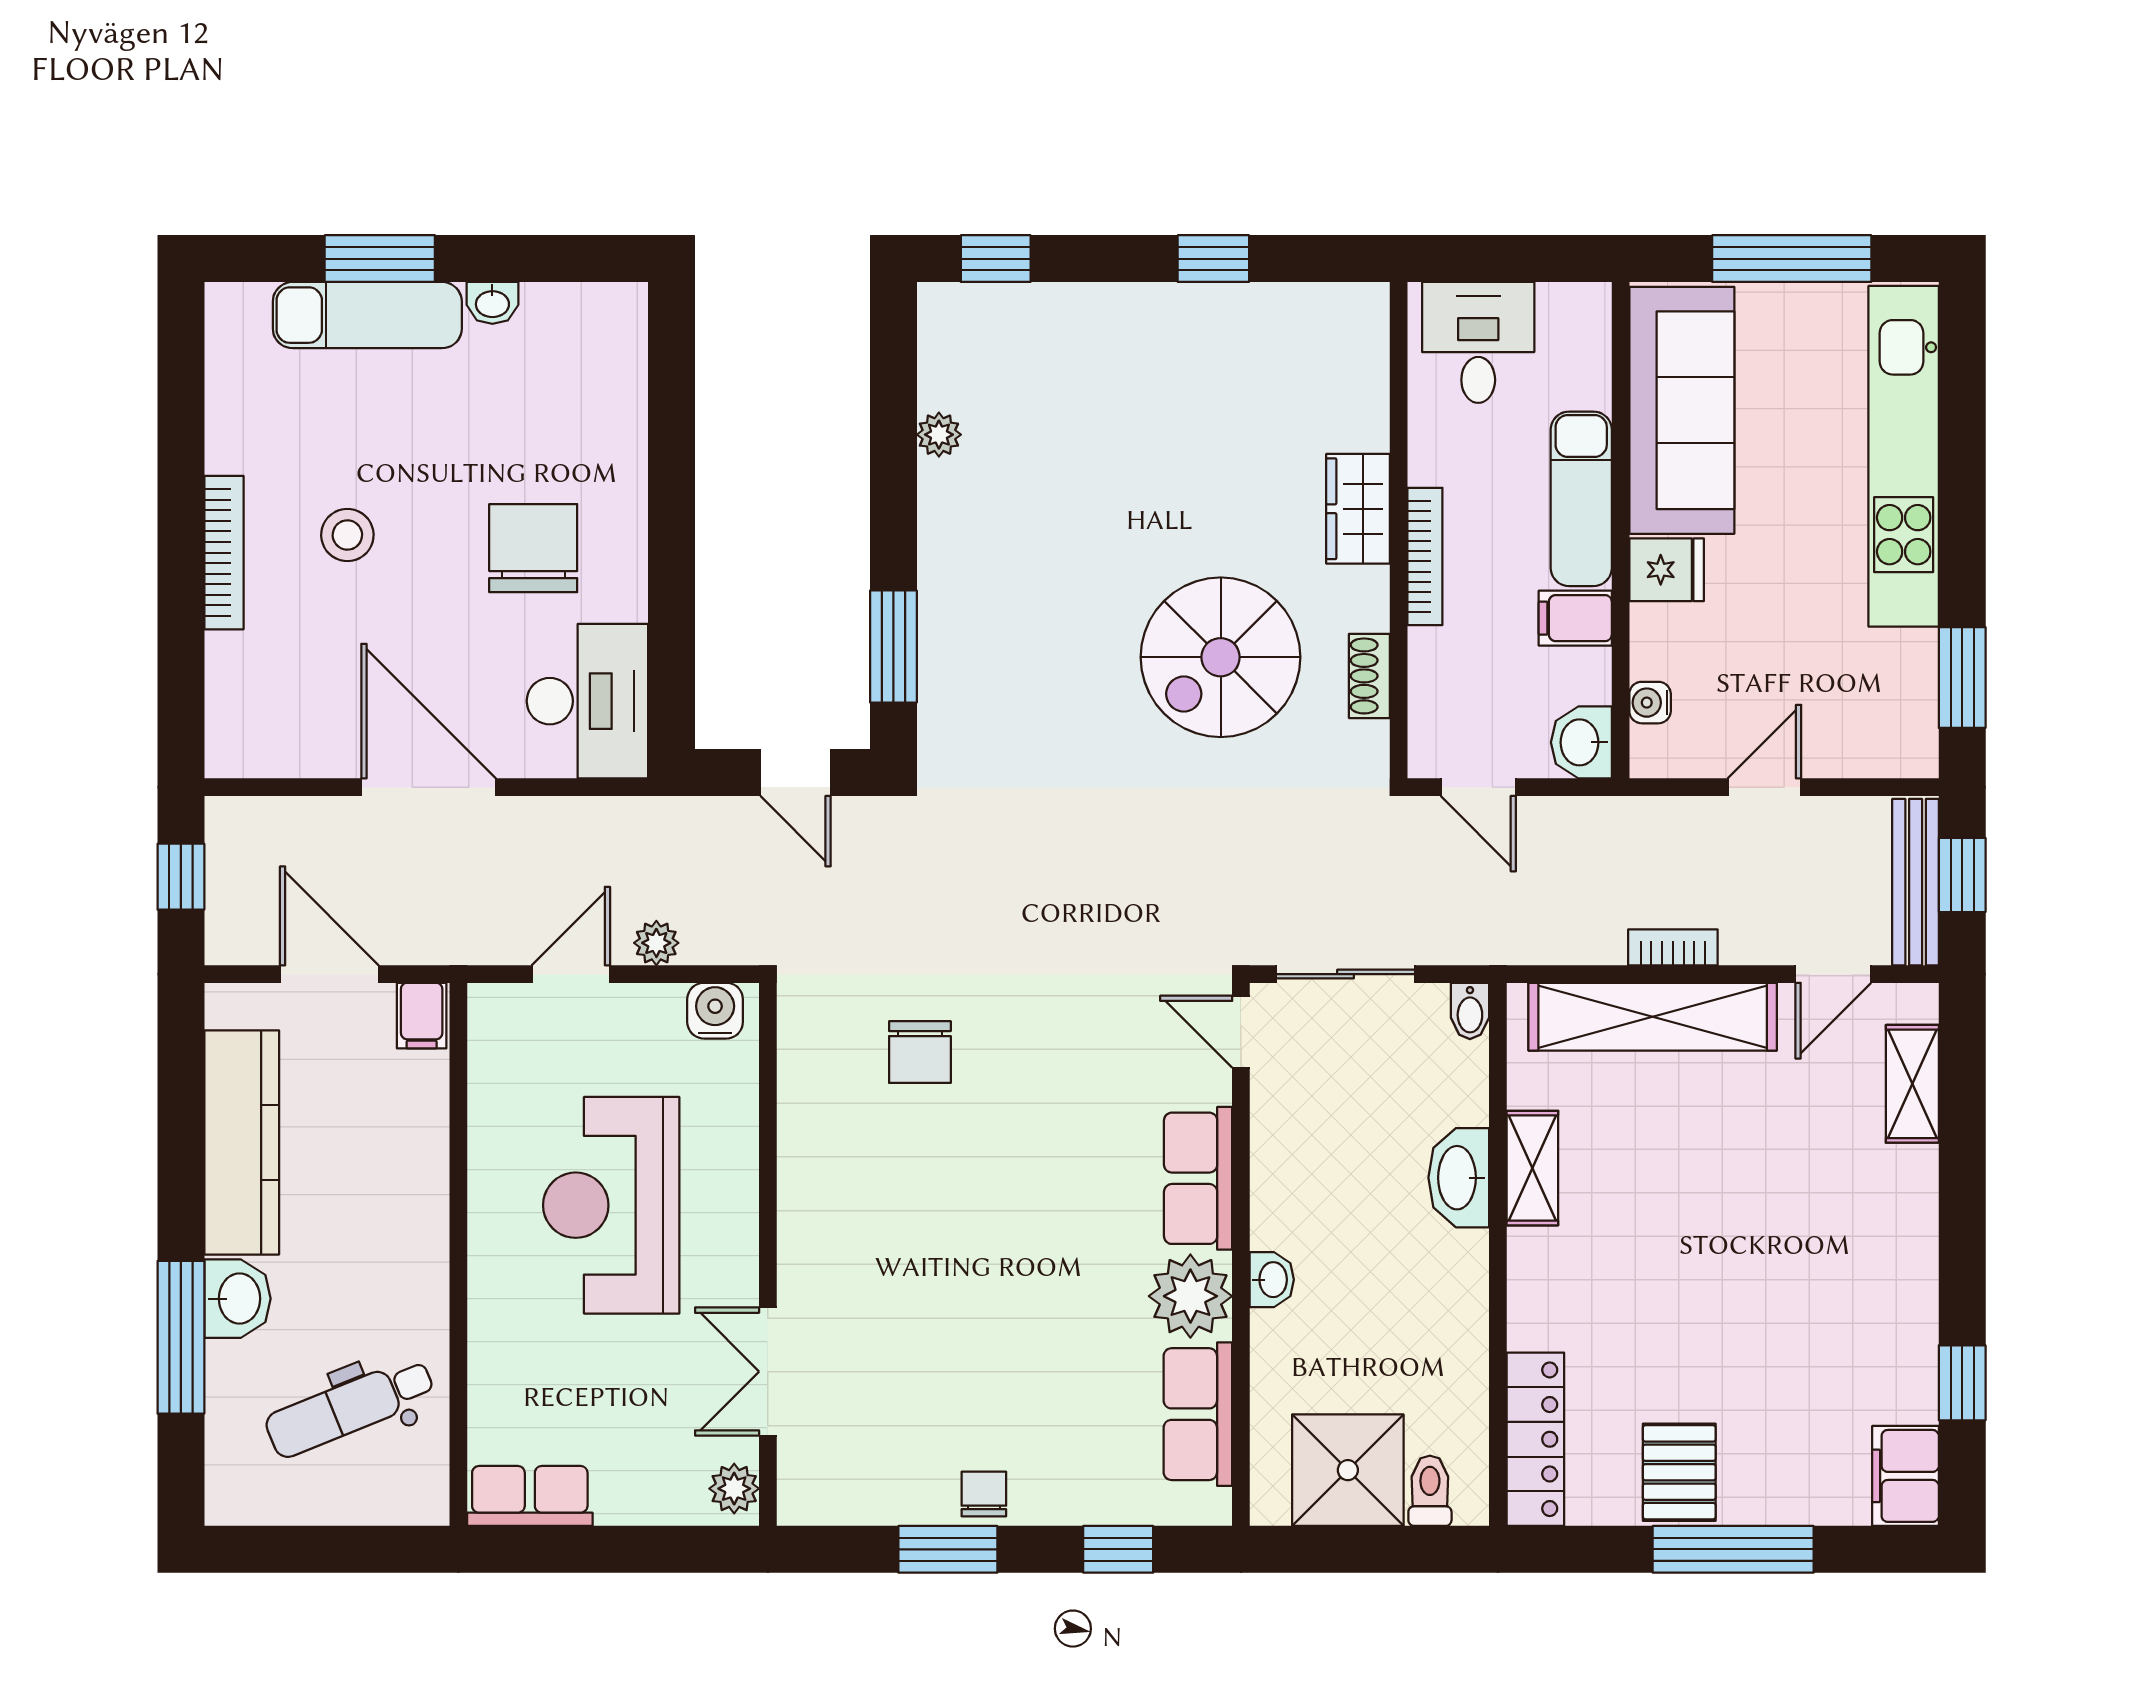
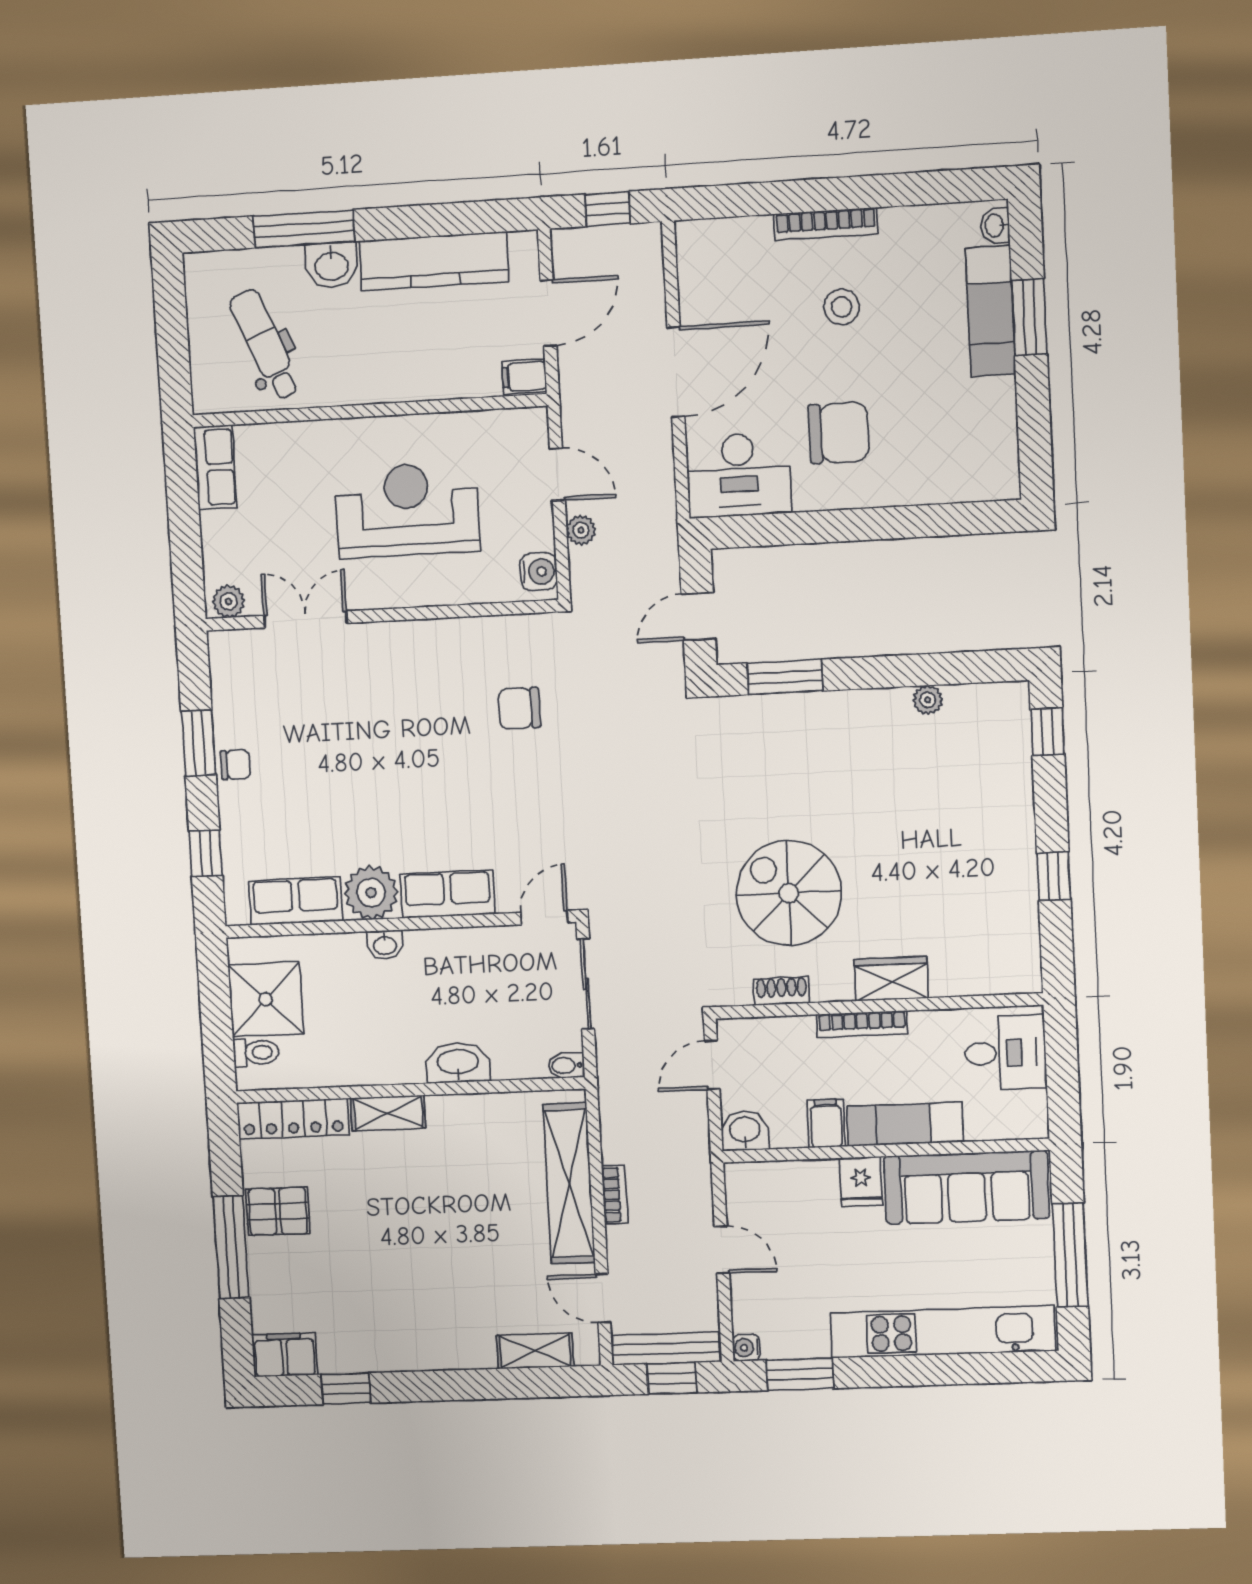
washbasin: (492, 303) -> (995, 225), moved
water cooler: (1650, 703) -> (746, 1348), moved, turned -90
shelving: (1532, 1168) -> (388, 1113), moved

